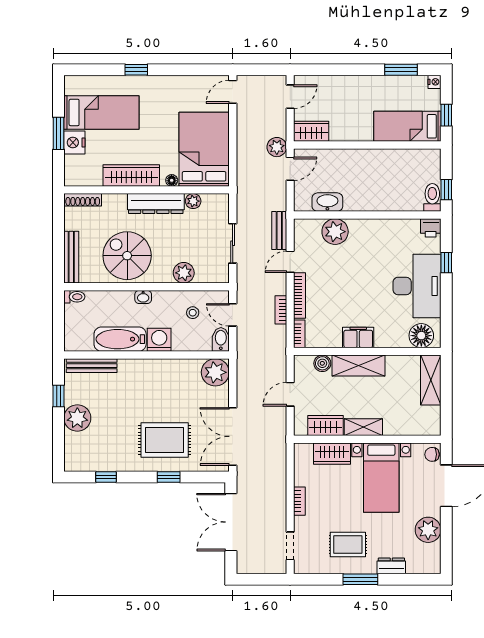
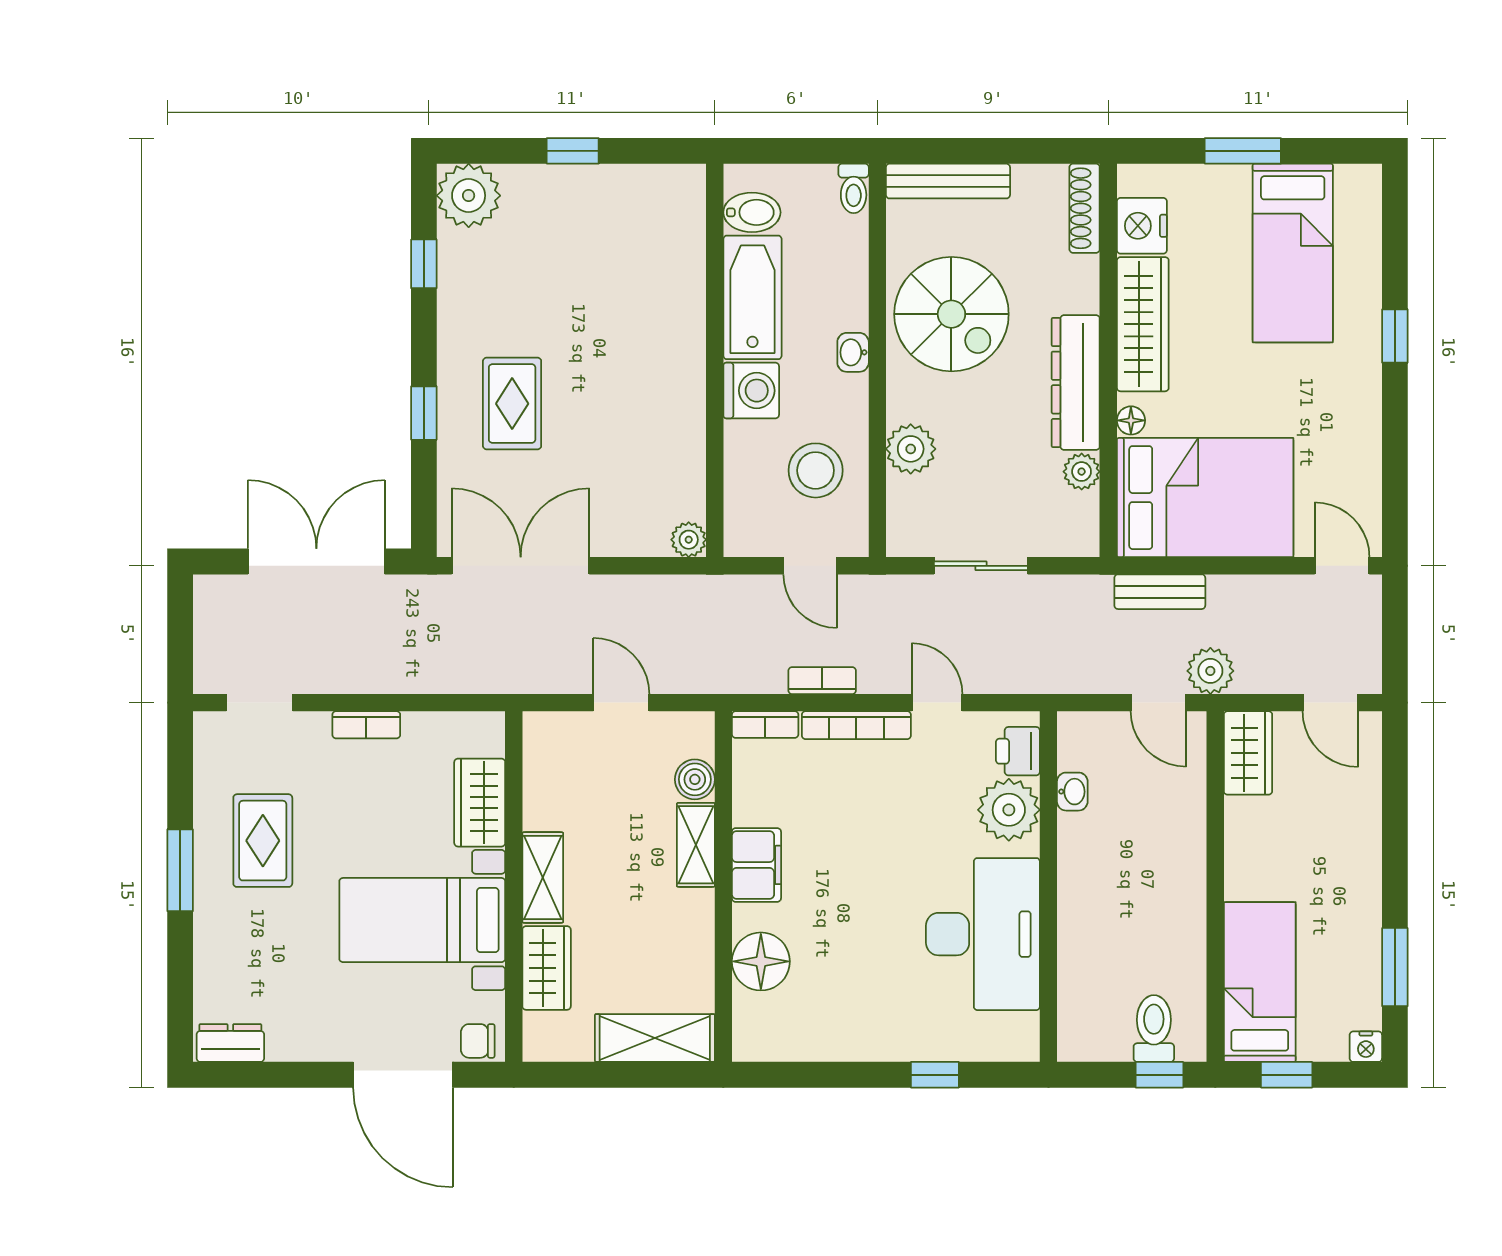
nightstand: (74, 142) -> (1142, 226), moved, turned -90
window: (446, 190) -> (1159, 1075), moved
toilet: (432, 197) -> (1154, 1029), moved, turned -90
washbasin: (327, 202) -> (1072, 792), width x0.52, depth x0.69
printer: (431, 228) -> (1018, 751), moved
bench: (279, 231) -> (1160, 592), moved
spiral stairs: (127, 256) -> (951, 314), turned 90
desk: (417, 286) -> (983, 934), moved, turned -90
stool: (193, 313) -> (816, 470), width x1.89, depth x1.89
door: (233, 315) -> (810, 566), swing flipped
floor lamp: (421, 336) -> (761, 961), moved
bidet: (221, 339) -> (752, 212), moved
bench: (92, 366) -> (689, 230), removed
shelving: (359, 366) -> (696, 845), width x0.67, depth x0.75
plant: (215, 372) -> (689, 540), width x0.53, depth x0.53
window: (59, 396) -> (573, 151), moved
plant: (77, 418) -> (469, 196), moved
wardrobe: (325, 426) -> (547, 968), moved
rug: (165, 440) -> (512, 404), width x0.73, depth x0.70
chair: (432, 454) -> (478, 1041), turned -90
plant: (428, 530) -> (298, 1031), removed
dresser: (391, 566) -> (230, 1043), moved, turned -90

